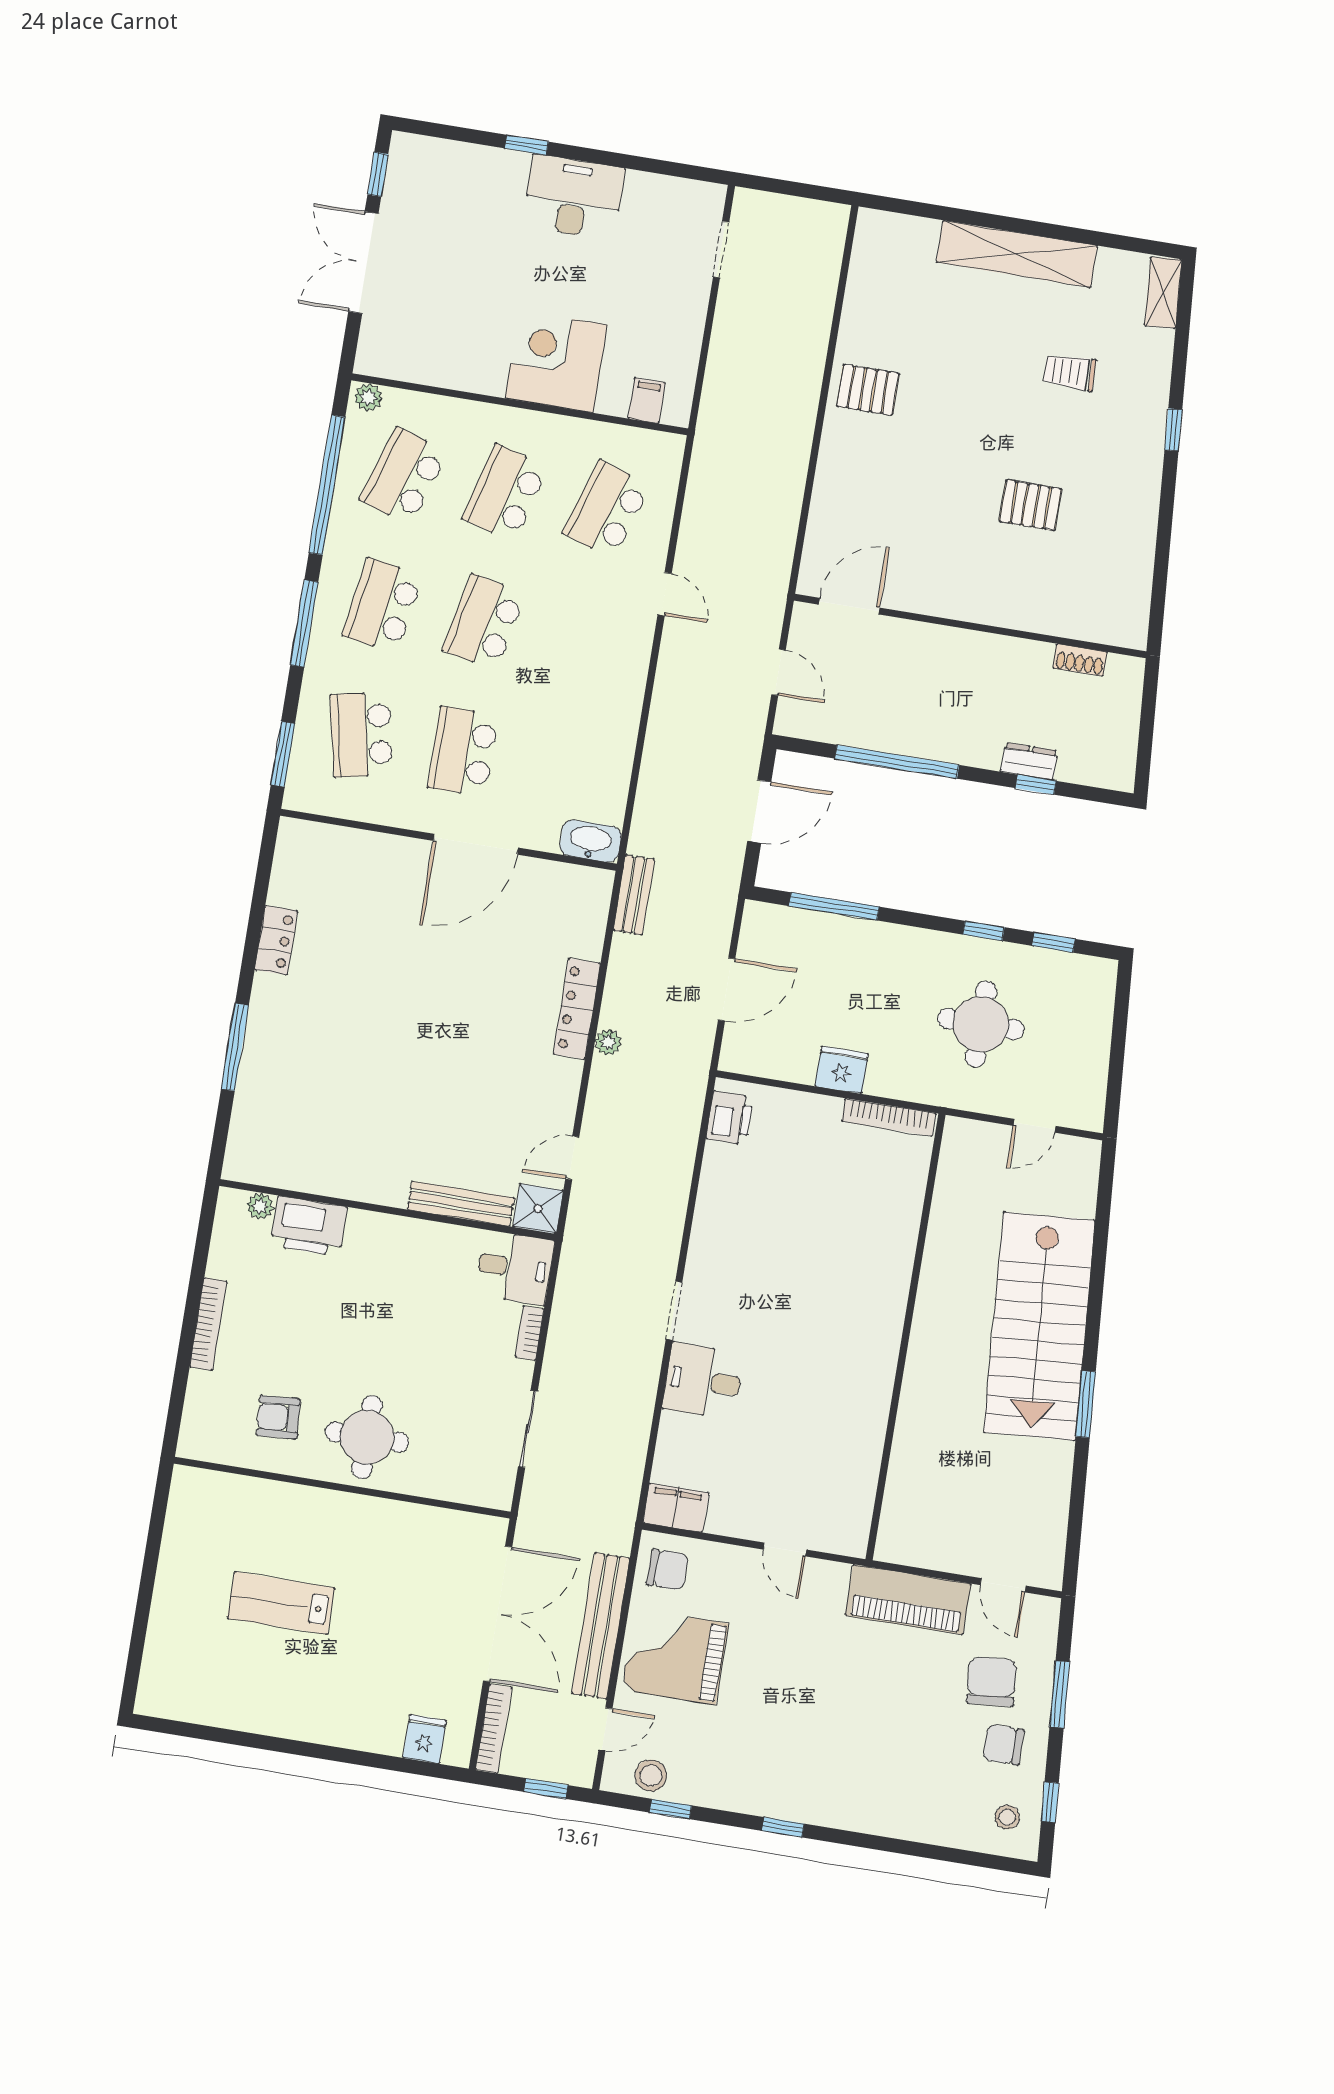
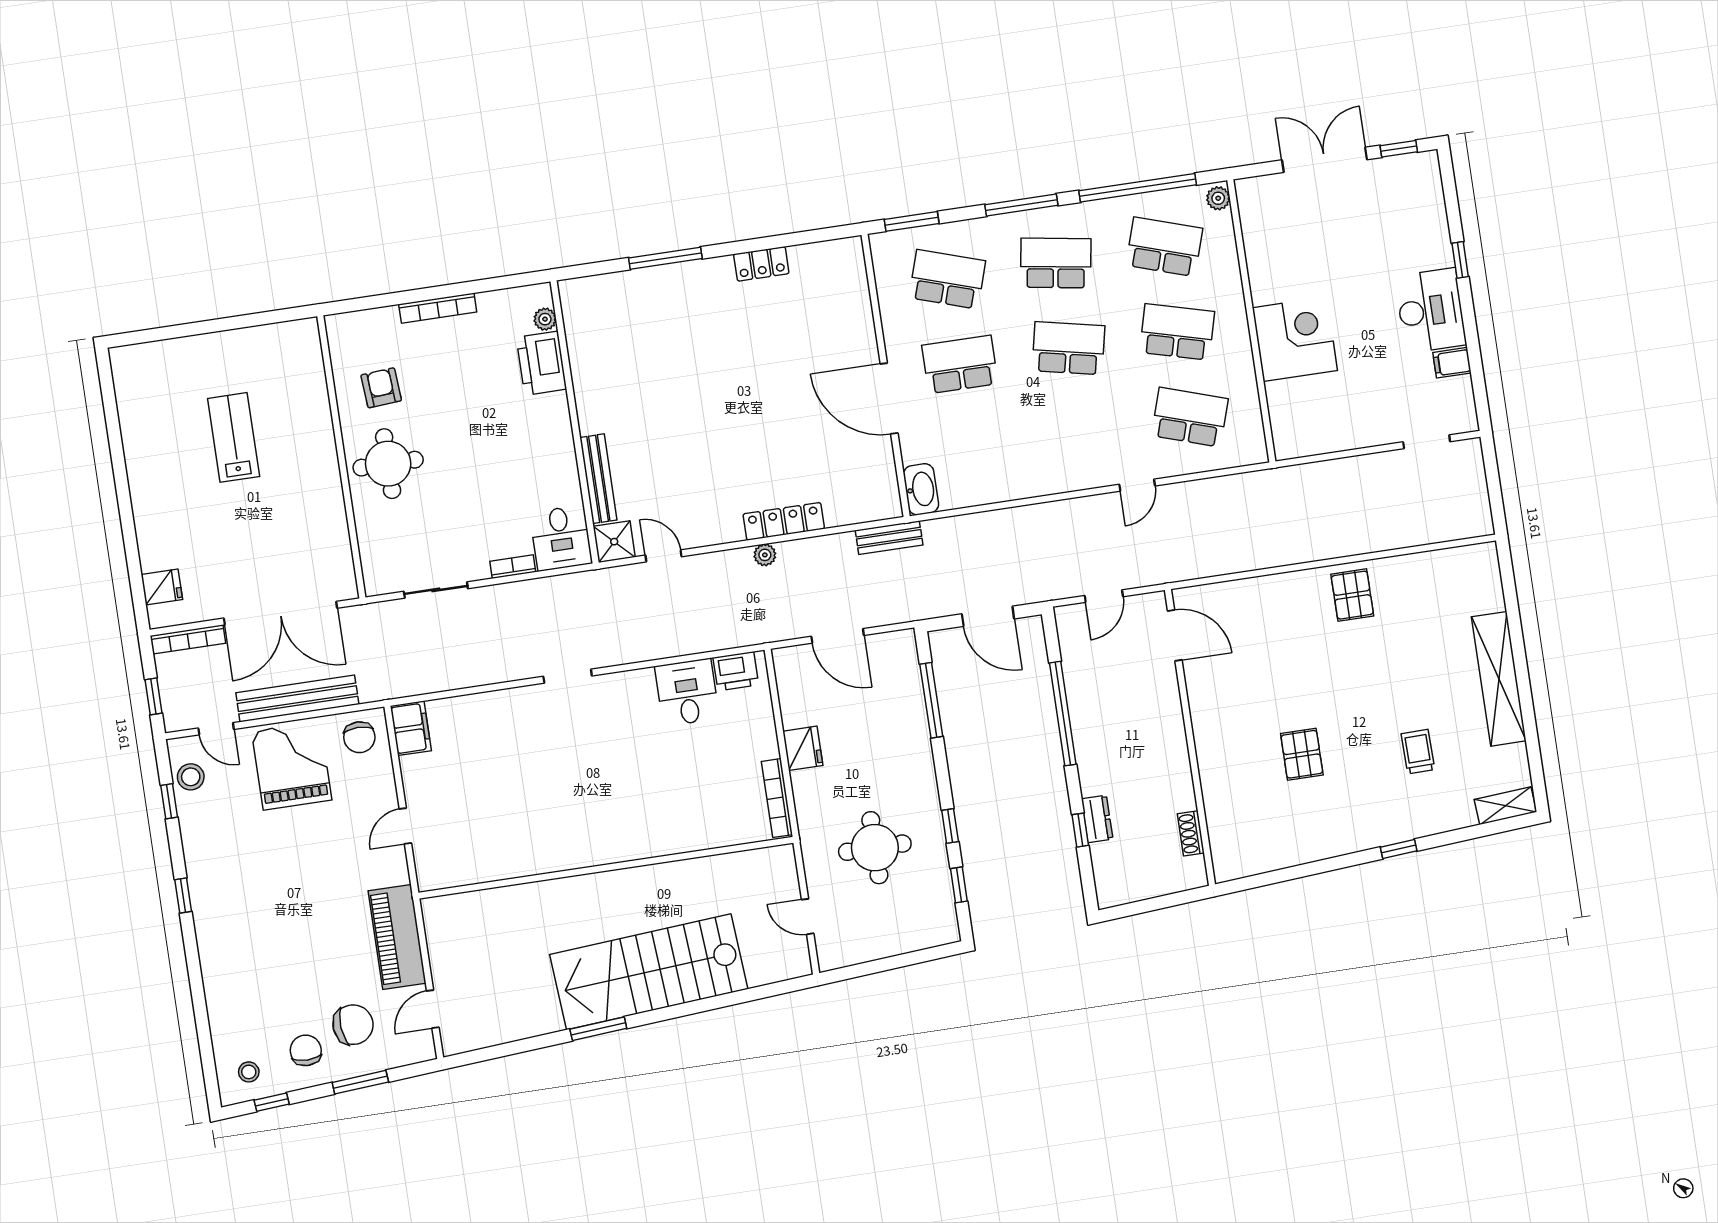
filing cabinet: (647, 401) -> (1452, 363), moved, turned 180
school desk: (361, 735) -> (947, 279), turned 30
desk: (703, 1381) -> (687, 692), moved

